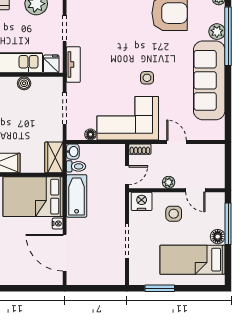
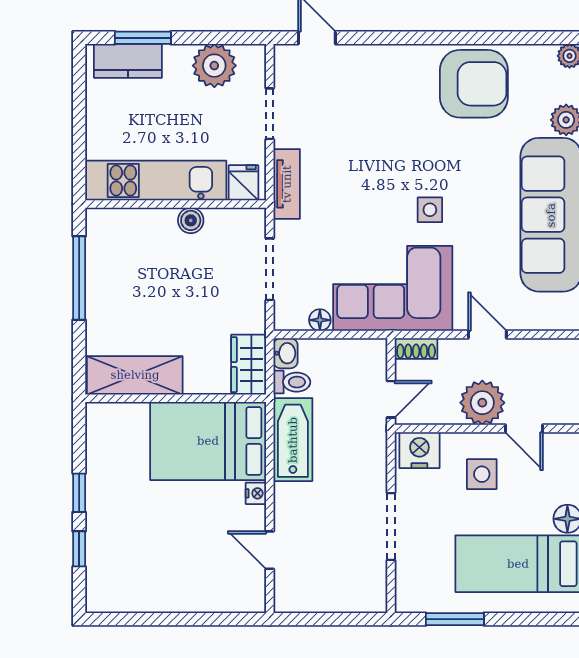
plant: (169, 182) -> (482, 403), width x1.87, depth x1.87
door: (65, 253) -> (270, 550), width x0.53

